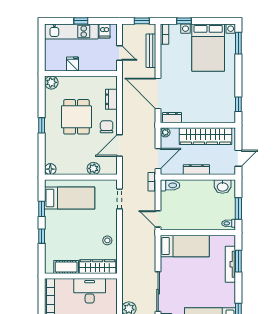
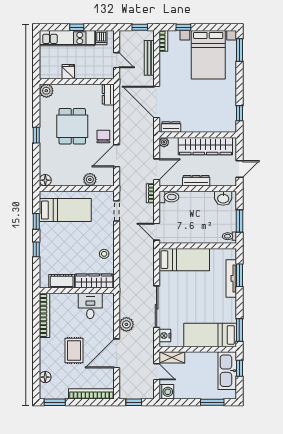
dresser: (111, 99) -> (108, 94), moved
desk: (90, 291) -> (90, 306), width x0.73

